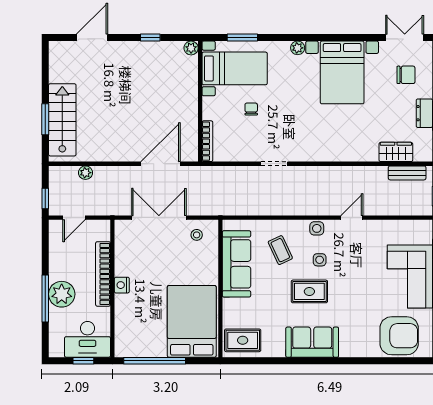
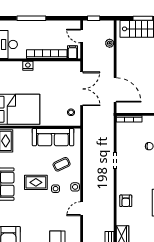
armchair: (339, 147) -> (126, 201), added
door: (352, 218) -> (82, 209), swing flipped
filing cabinet: (100, 232) -> (73, 52), added
nightstand: (122, 285) -> (28, 66), moved
rug: (309, 291) -> (36, 182), turned 90
plant: (62, 294) -> (34, 28), removed

